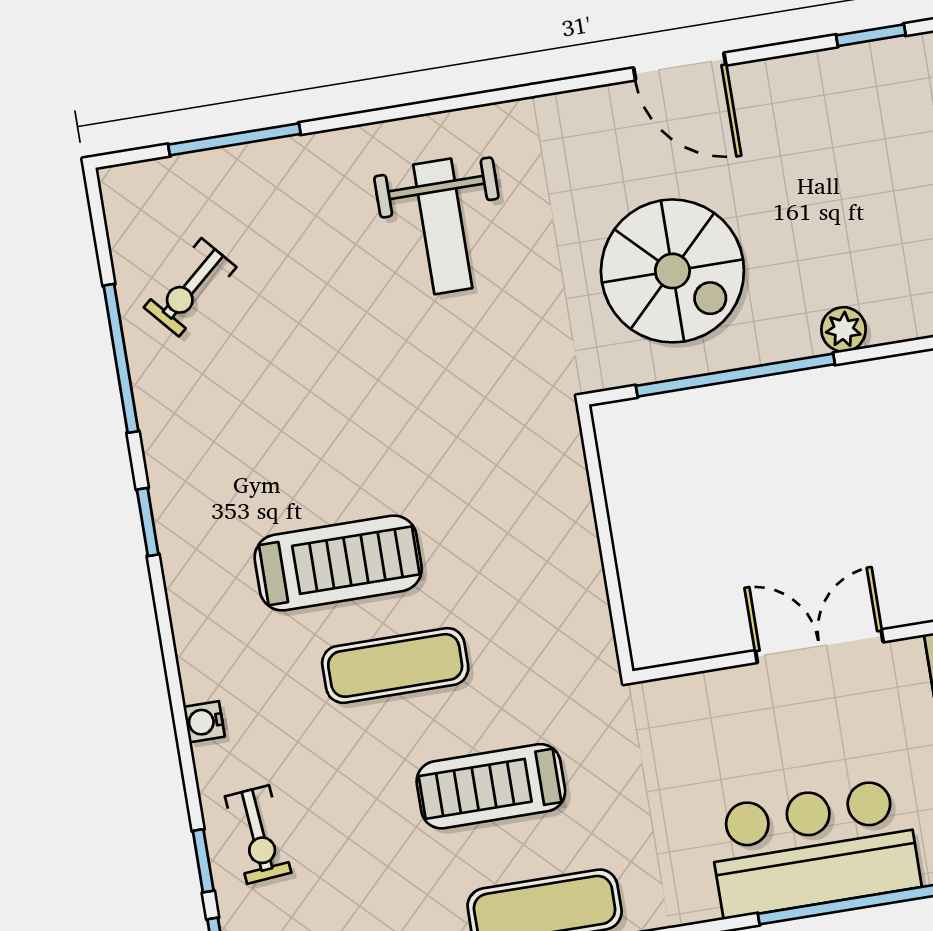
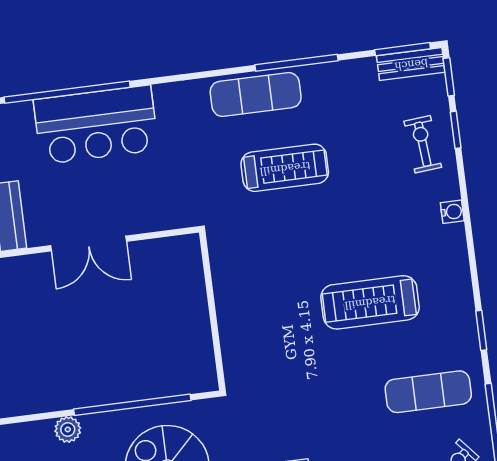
exercise mat: (395, 665) -> (428, 392), moved

